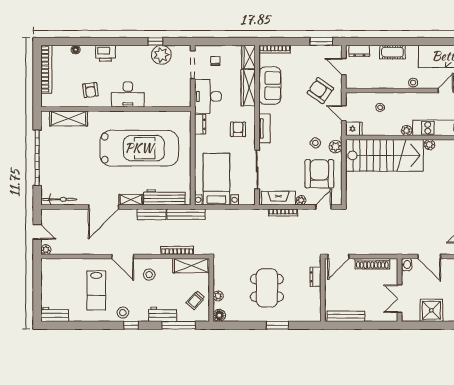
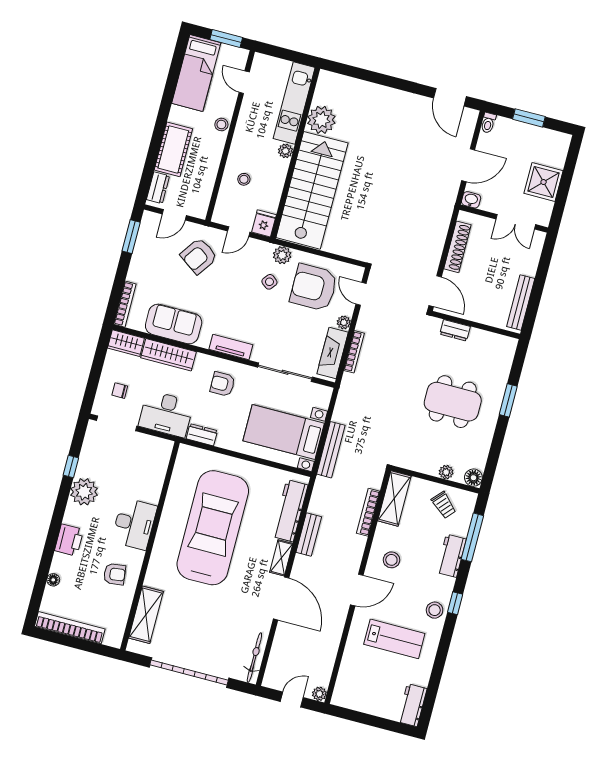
cot: (392, 52) -> (173, 149), width x1.37, depth x1.34
plant: (161, 55) -> (84, 492), moved
plant: (429, 145) -> (321, 120), width x1.87, depth x1.87
bench: (186, 214) -> (331, 450), moved

